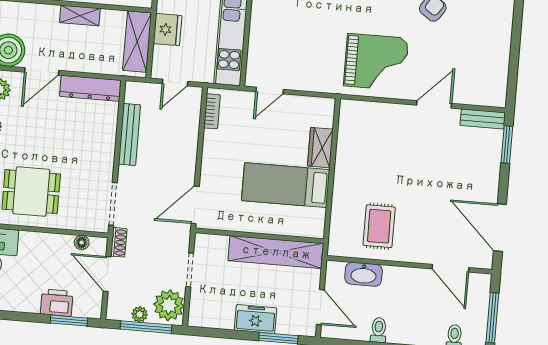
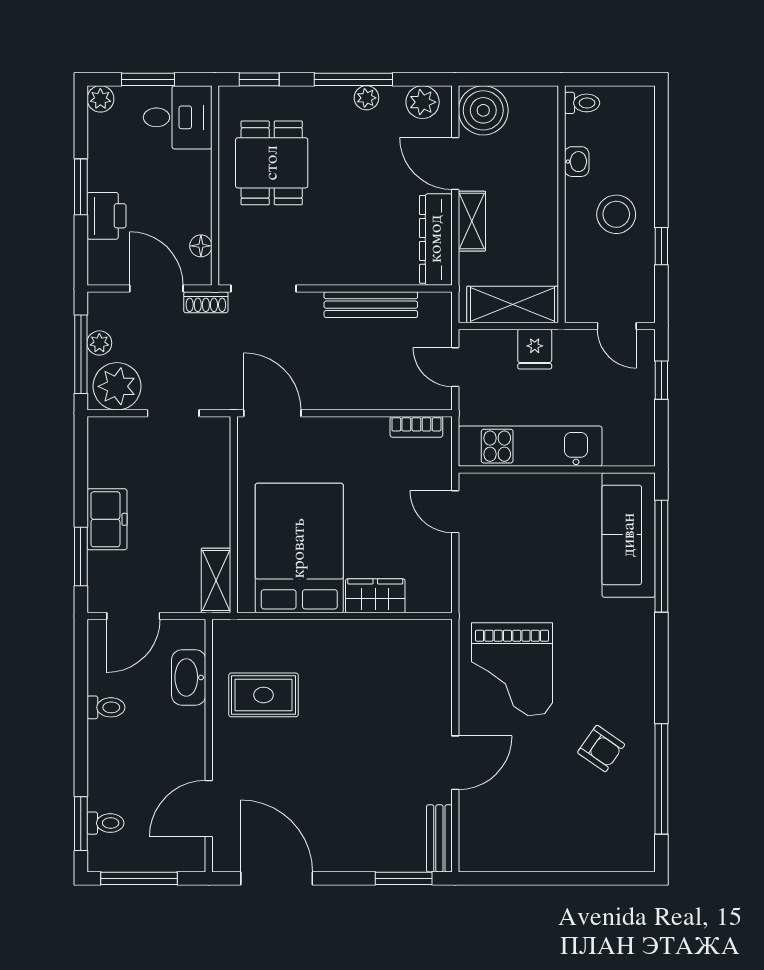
shelving: (80, 16) -> (472, 221), moved
fridge: (168, 30) -> (535, 349), width x0.72
door: (434, 104) -> (455, 763), hinge flipped
bed: (286, 185) -> (299, 548), width x1.50
door: (500, 228) -> (277, 878), hinge flipped
shelving: (276, 252) -> (216, 581), width x0.45, depth x0.75
door: (107, 274) -> (156, 288), hinge flipped
window: (69, 321) -> (81, 187), moved

